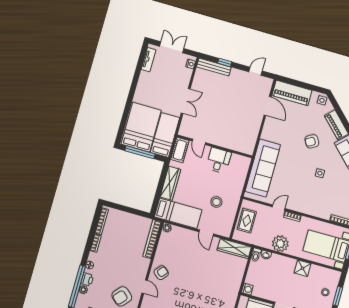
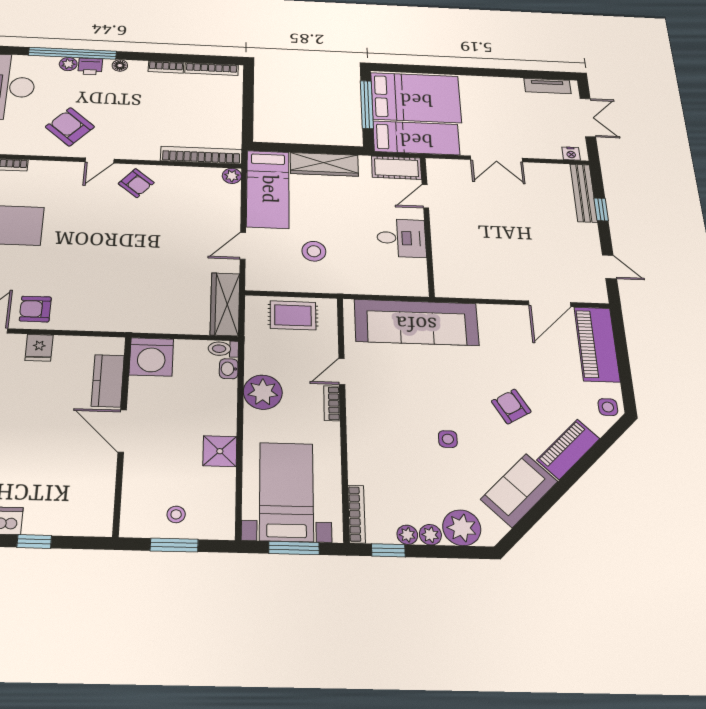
door: (279, 208) -> (342, 371), swing flipped
washing machine: (247, 289) -> (151, 357), width x1.89, depth x1.89

